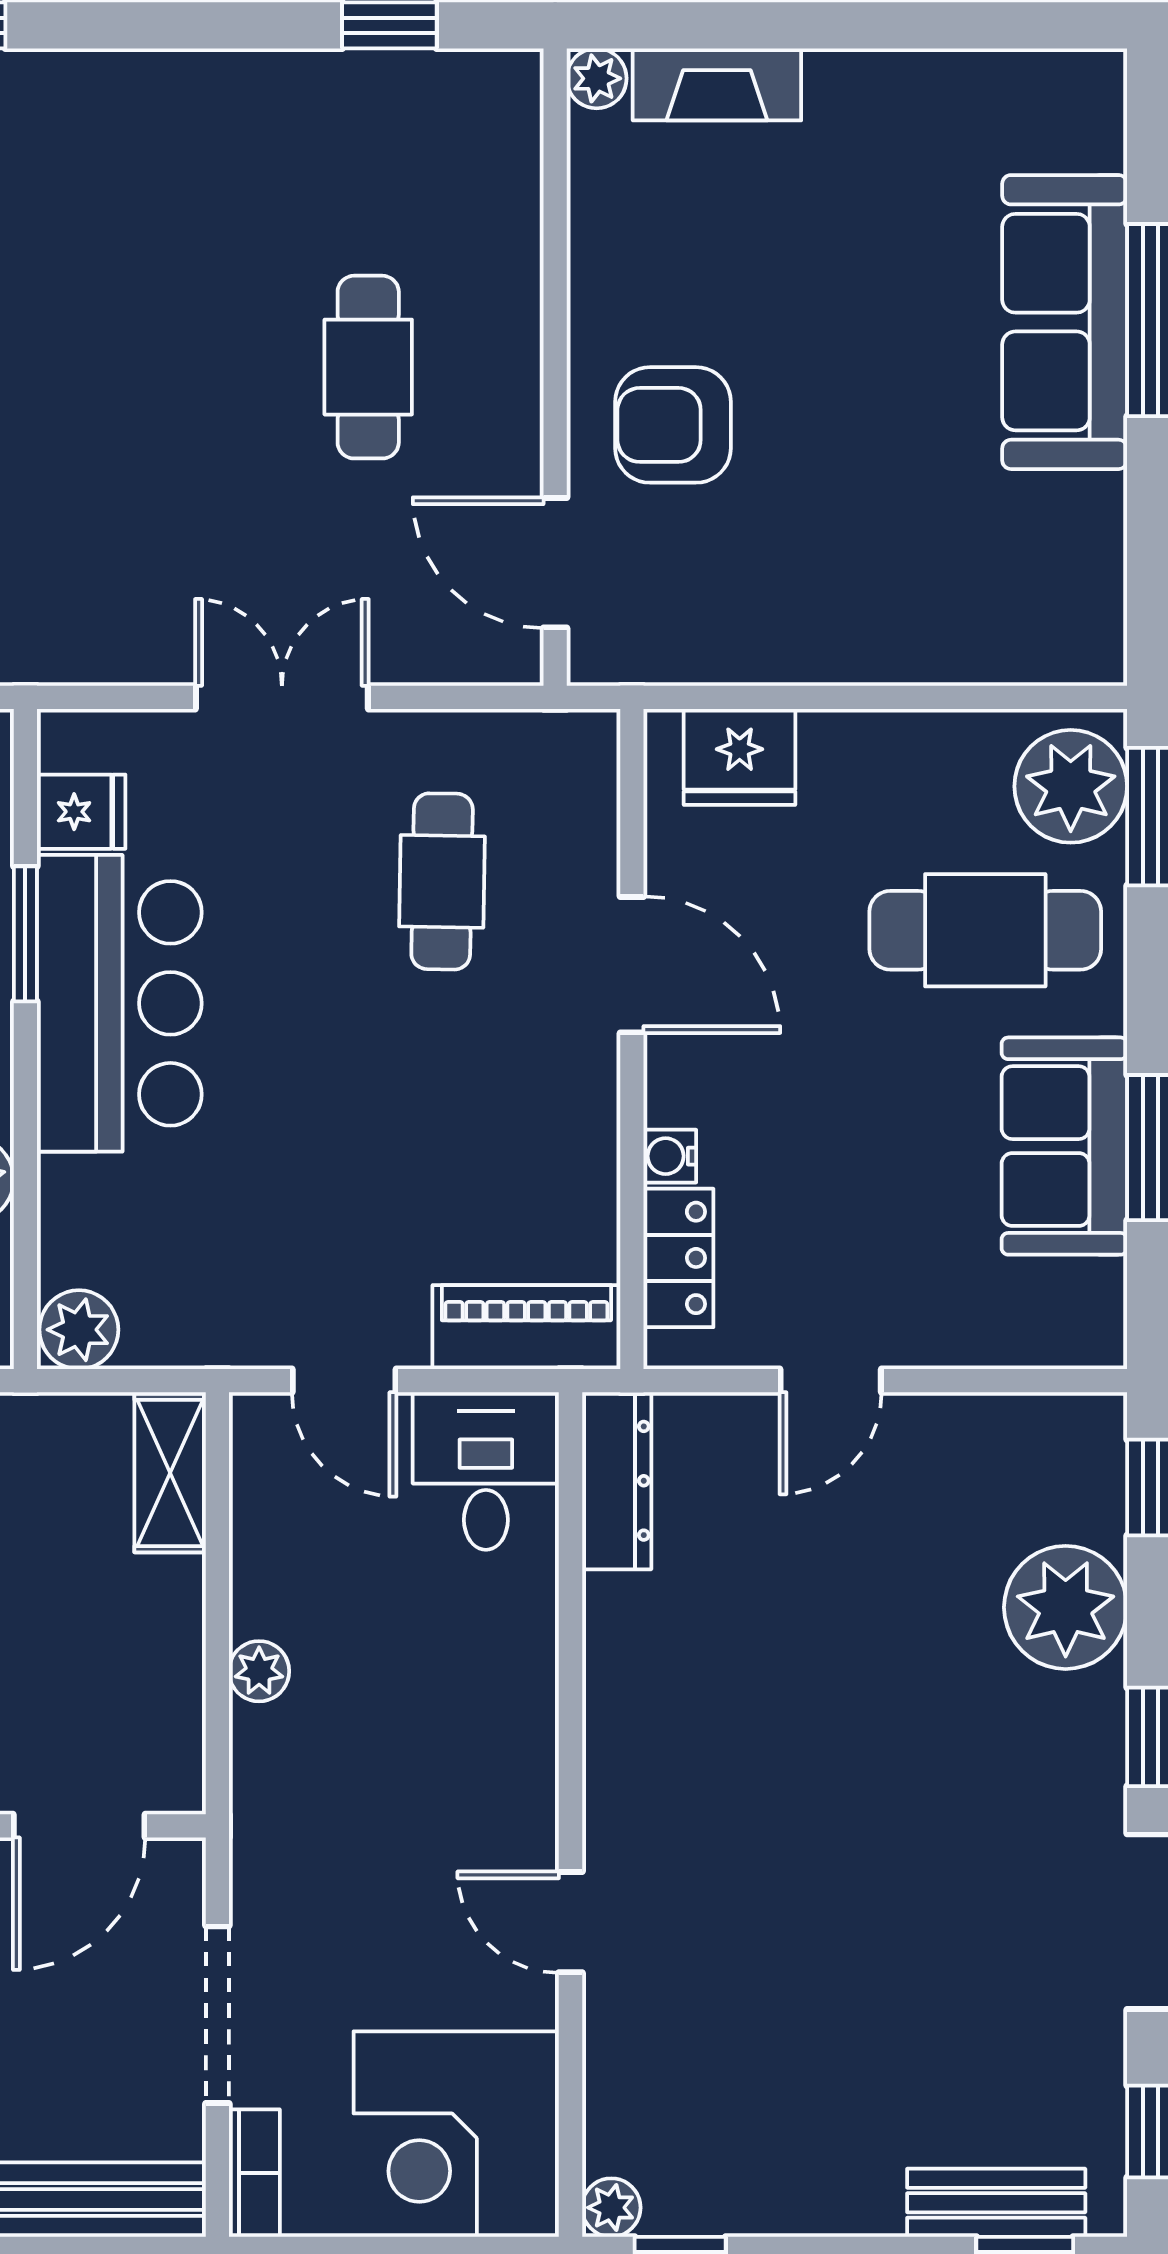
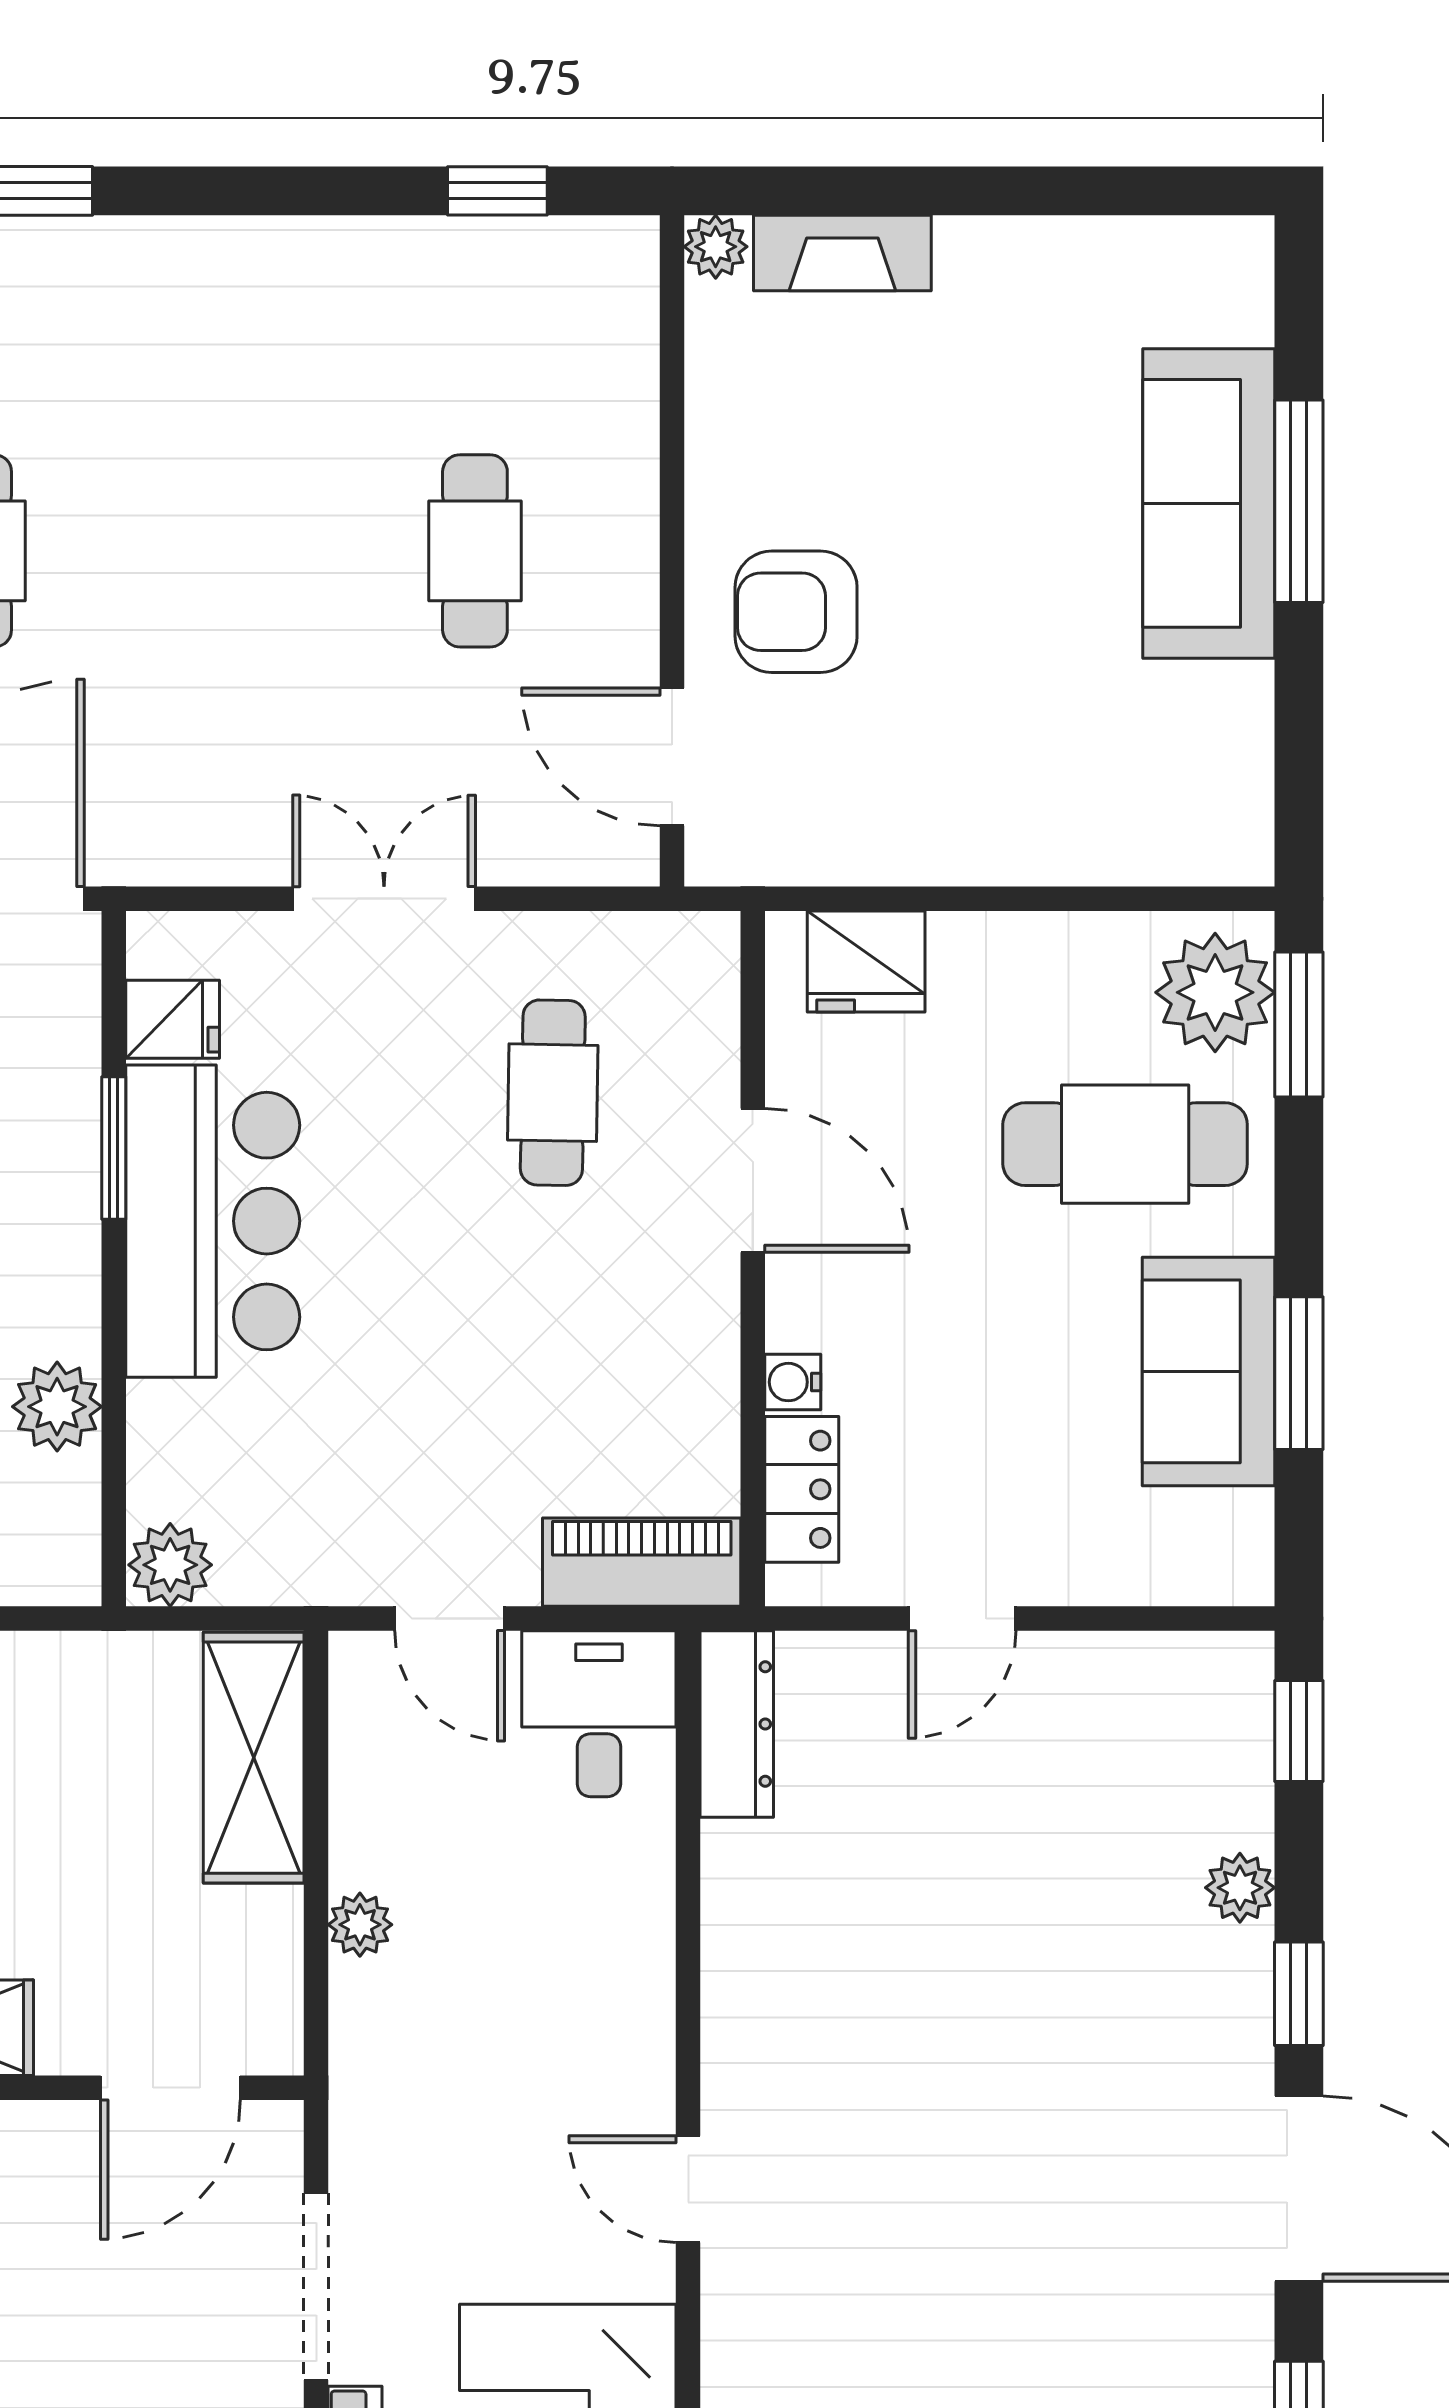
shelving: (170, 1473) -> (254, 1758), width x1.50, depth x1.33
plant: (1066, 1607) -> (1240, 1888), width x0.53, depth x0.53

